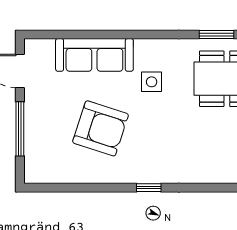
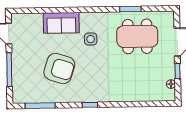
sofa: (94, 55) -> (61, 23), width x0.73
window: (69, 188) -> (40, 106), added

